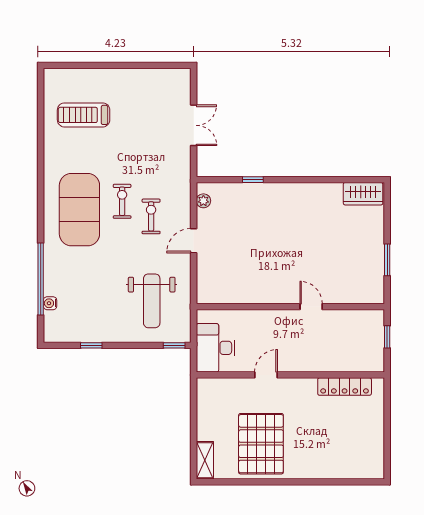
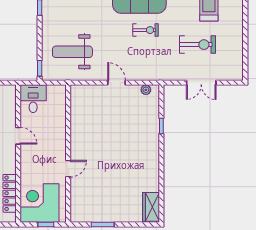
exercise bike: (151, 216) -> (198, 45), moved, width x1.38, depth x1.39
corner desk: (358, 346) -> (39, 203), added
desk: (215, 348) -> (33, 99), width x0.73

